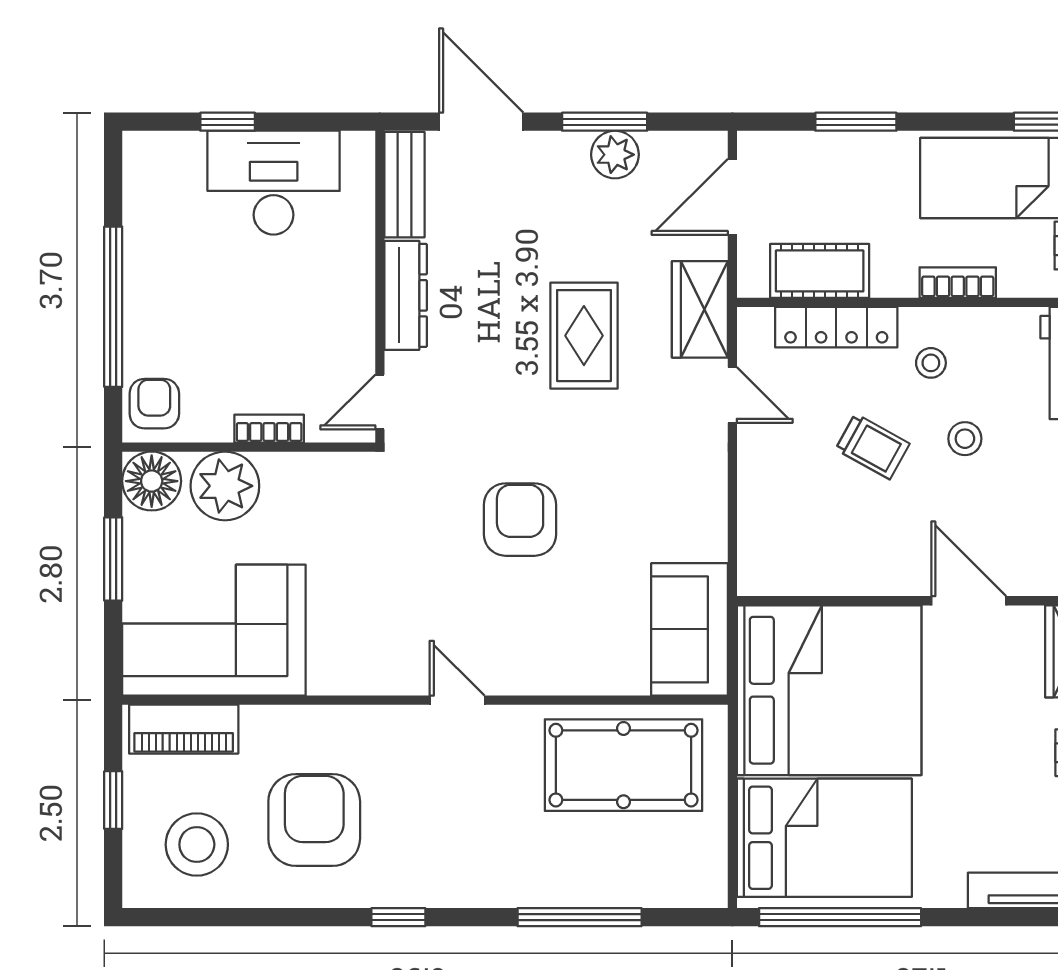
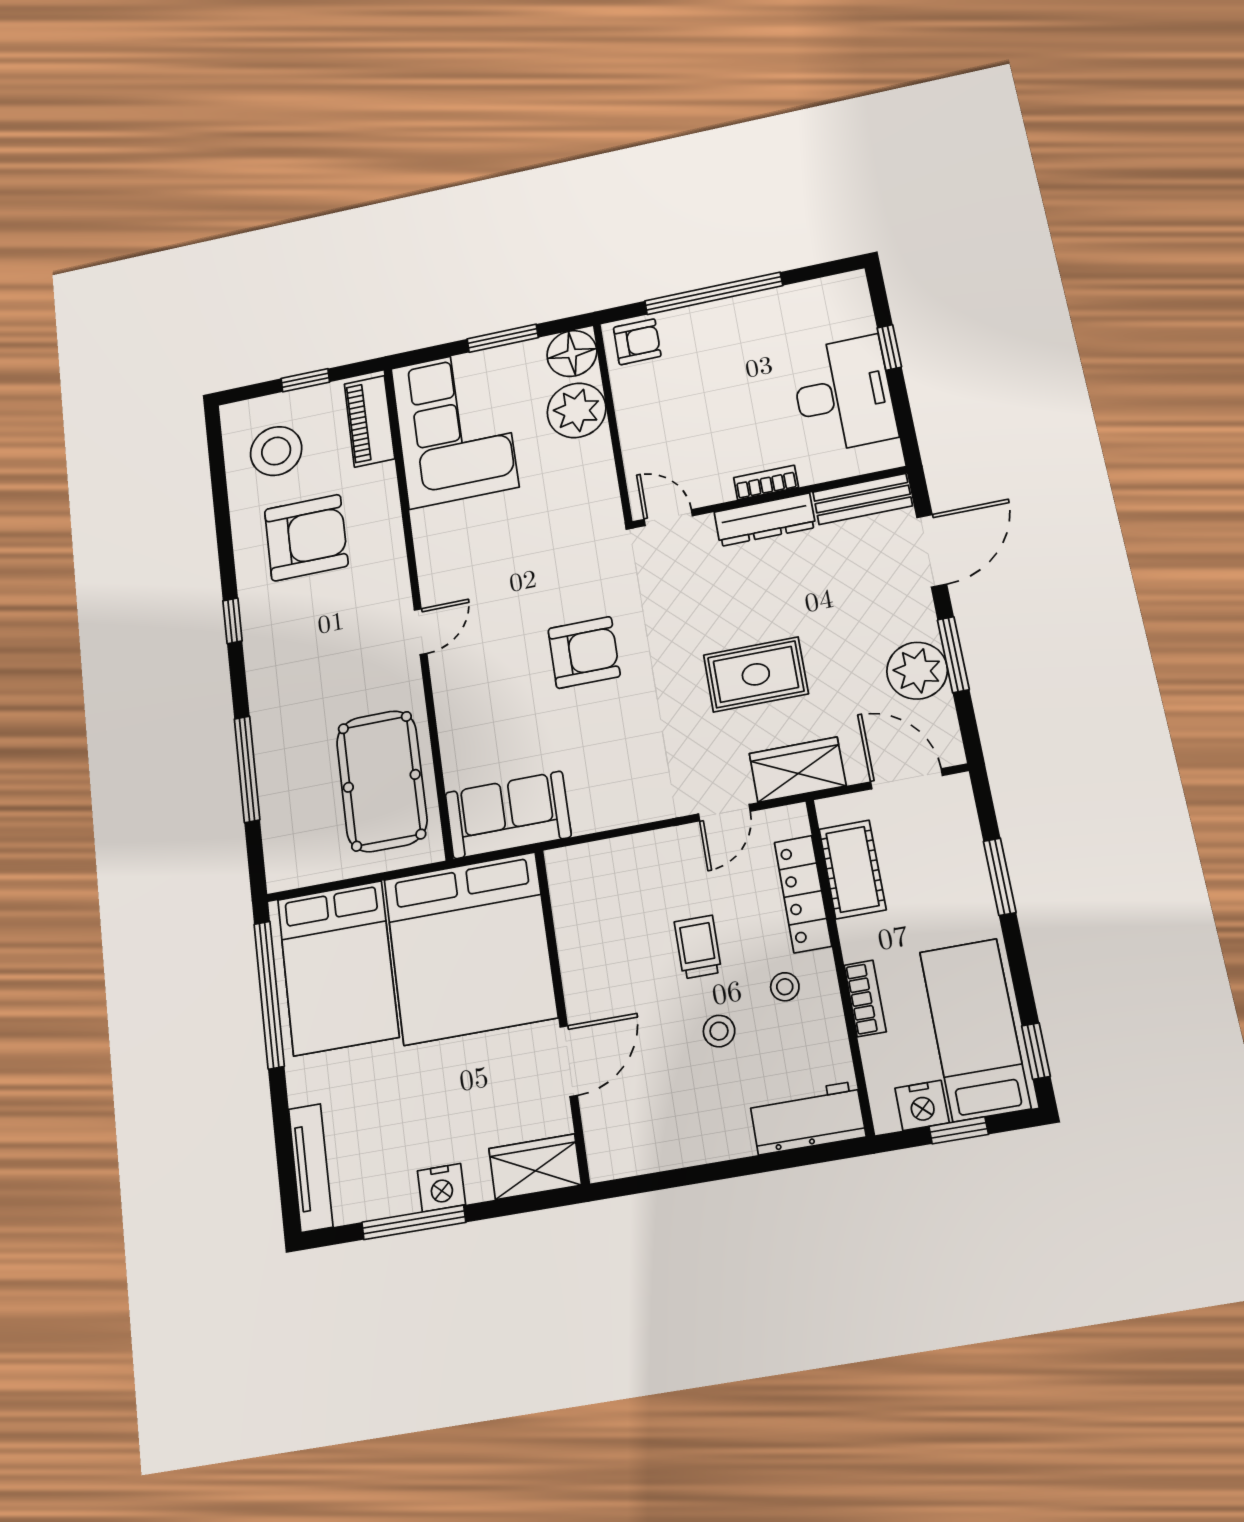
plant: (615, 155) -> (917, 671), width x1.36, depth x1.36
bookcase: (269, 429) -> (766, 482), moved, turned -90
trolley: (872, 446) -> (698, 947), turned 151

